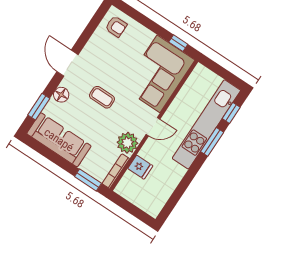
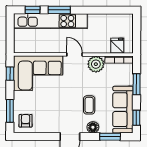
window: (138, 17) -> (10, 111), added
coffee table: (102, 97) -> (89, 105), moved
window: (41, 149) -> (136, 118), added
fridge: (140, 167) -> (117, 46), moved
window: (88, 180) -> (137, 84), moved

